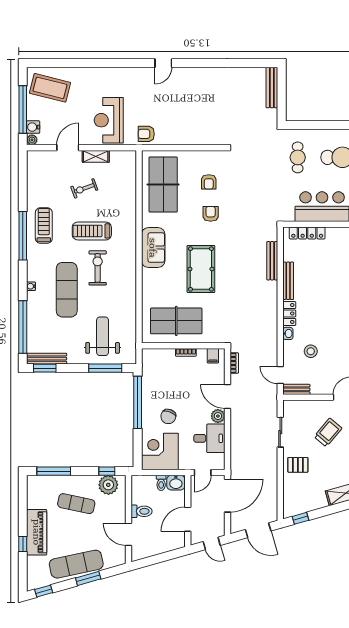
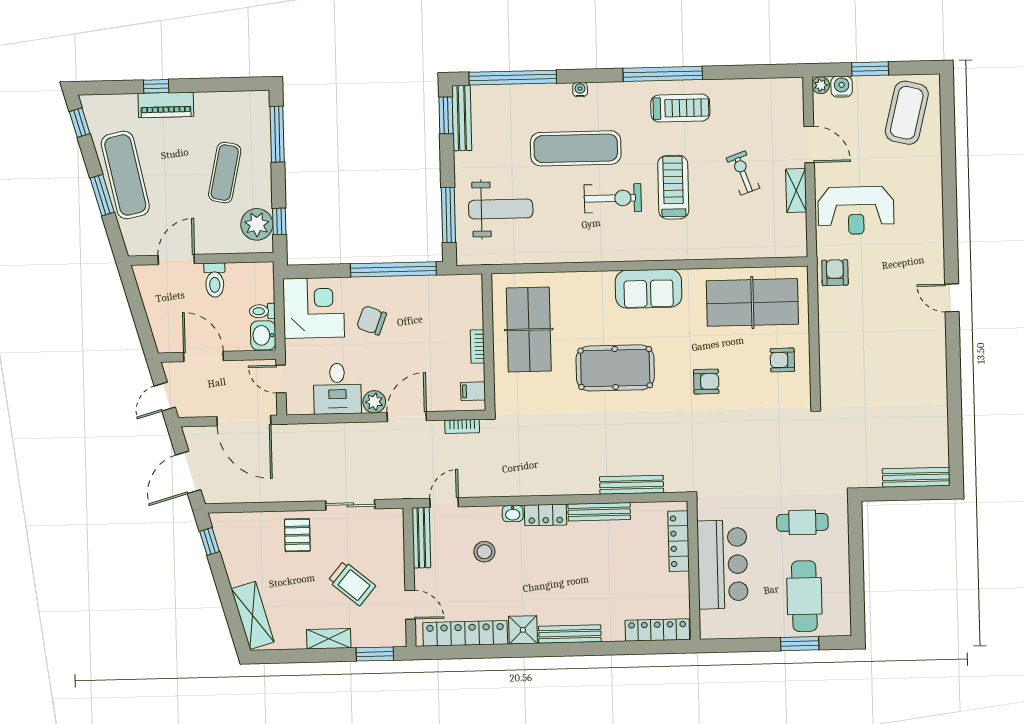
window: (23, 109) -> (870, 69), width x0.47
reception desk: (109, 120) -> (856, 210), turned 180
armchair: (209, 182) -> (782, 360), moved
bench: (296, 389) -> (421, 538), width x1.36
piano: (37, 532) -> (166, 105), width x0.73, depth x0.75

